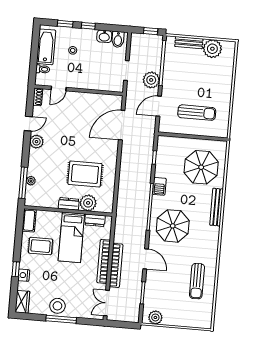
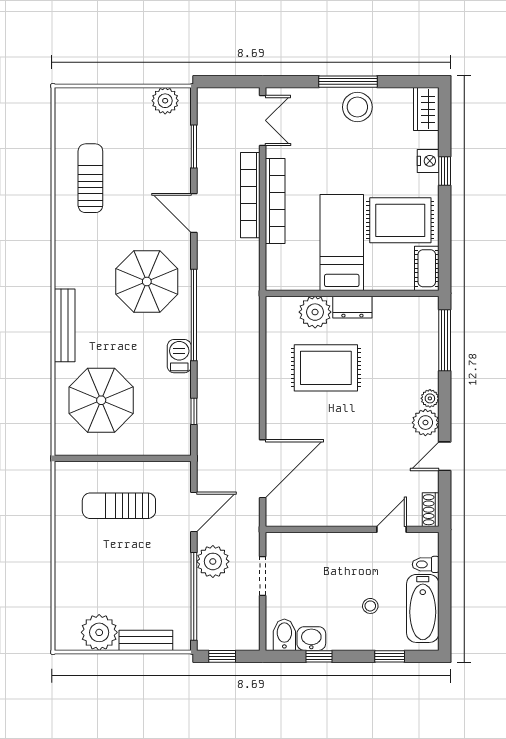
window: (88, 26) -> (319, 656), moved
plant: (31, 181) -> (430, 398), moved
dresser: (95, 220) -> (299, 280), removed
rug: (41, 246) -> (400, 220), width x1.36, depth x1.43

